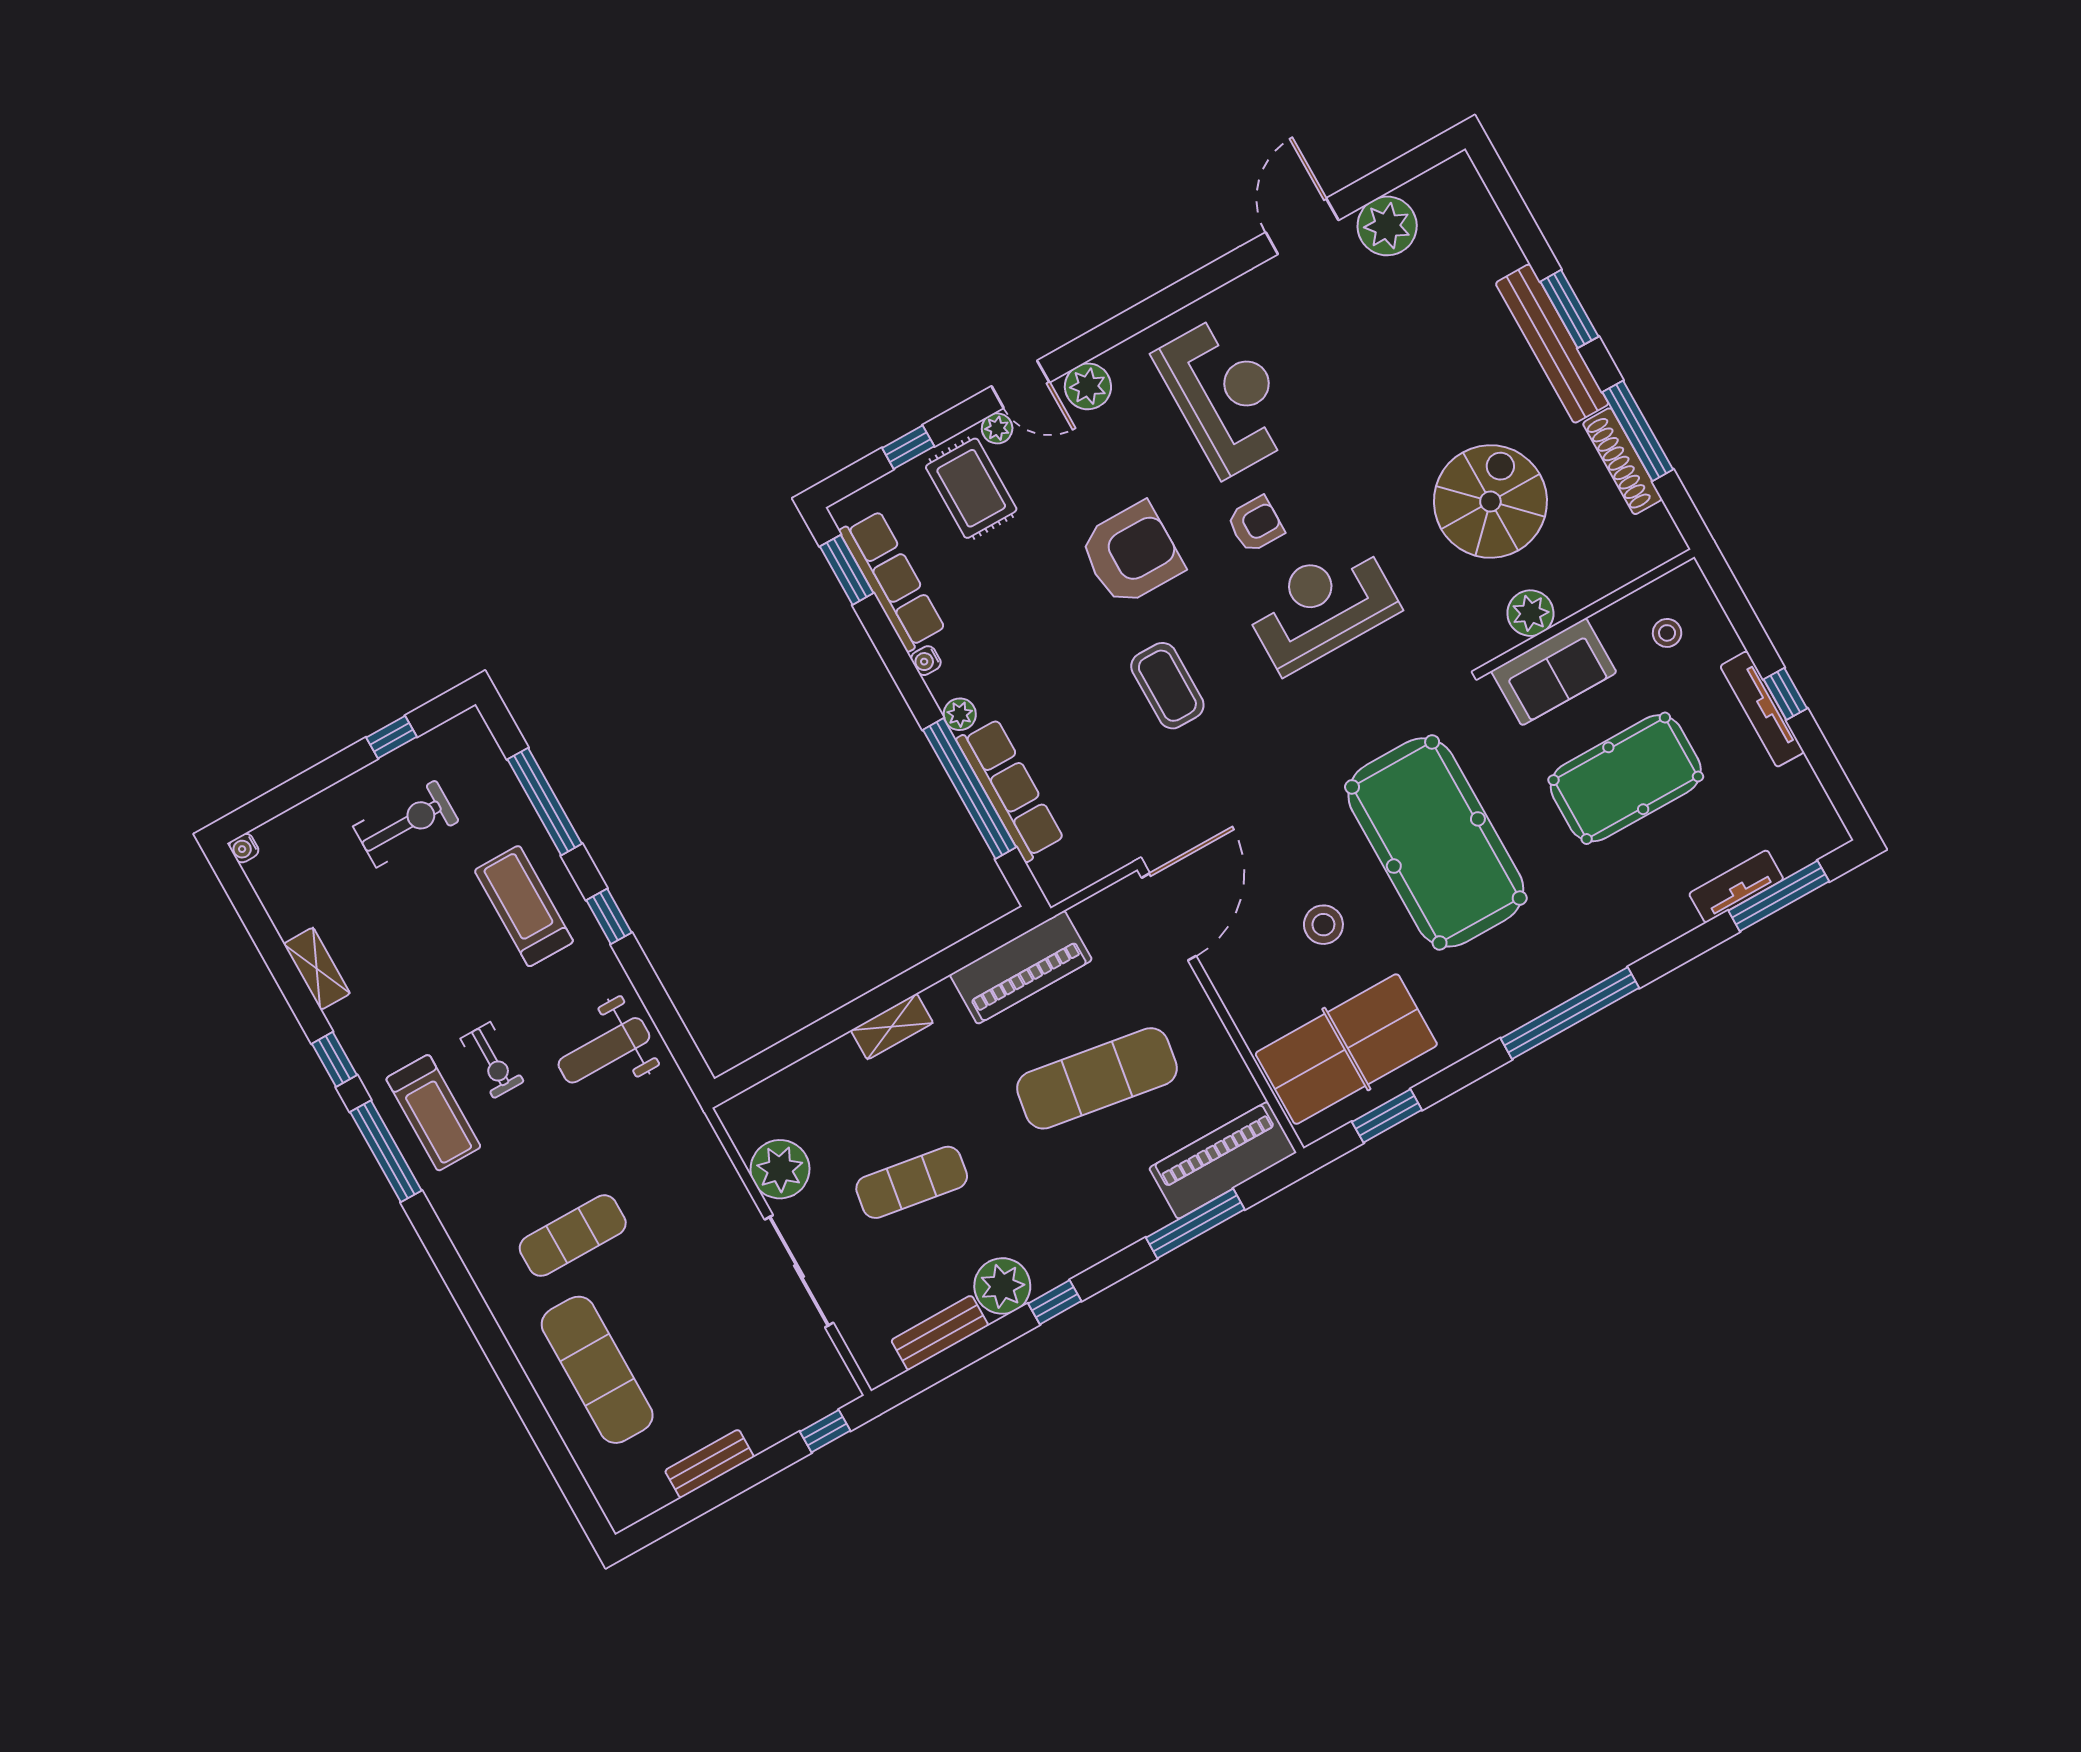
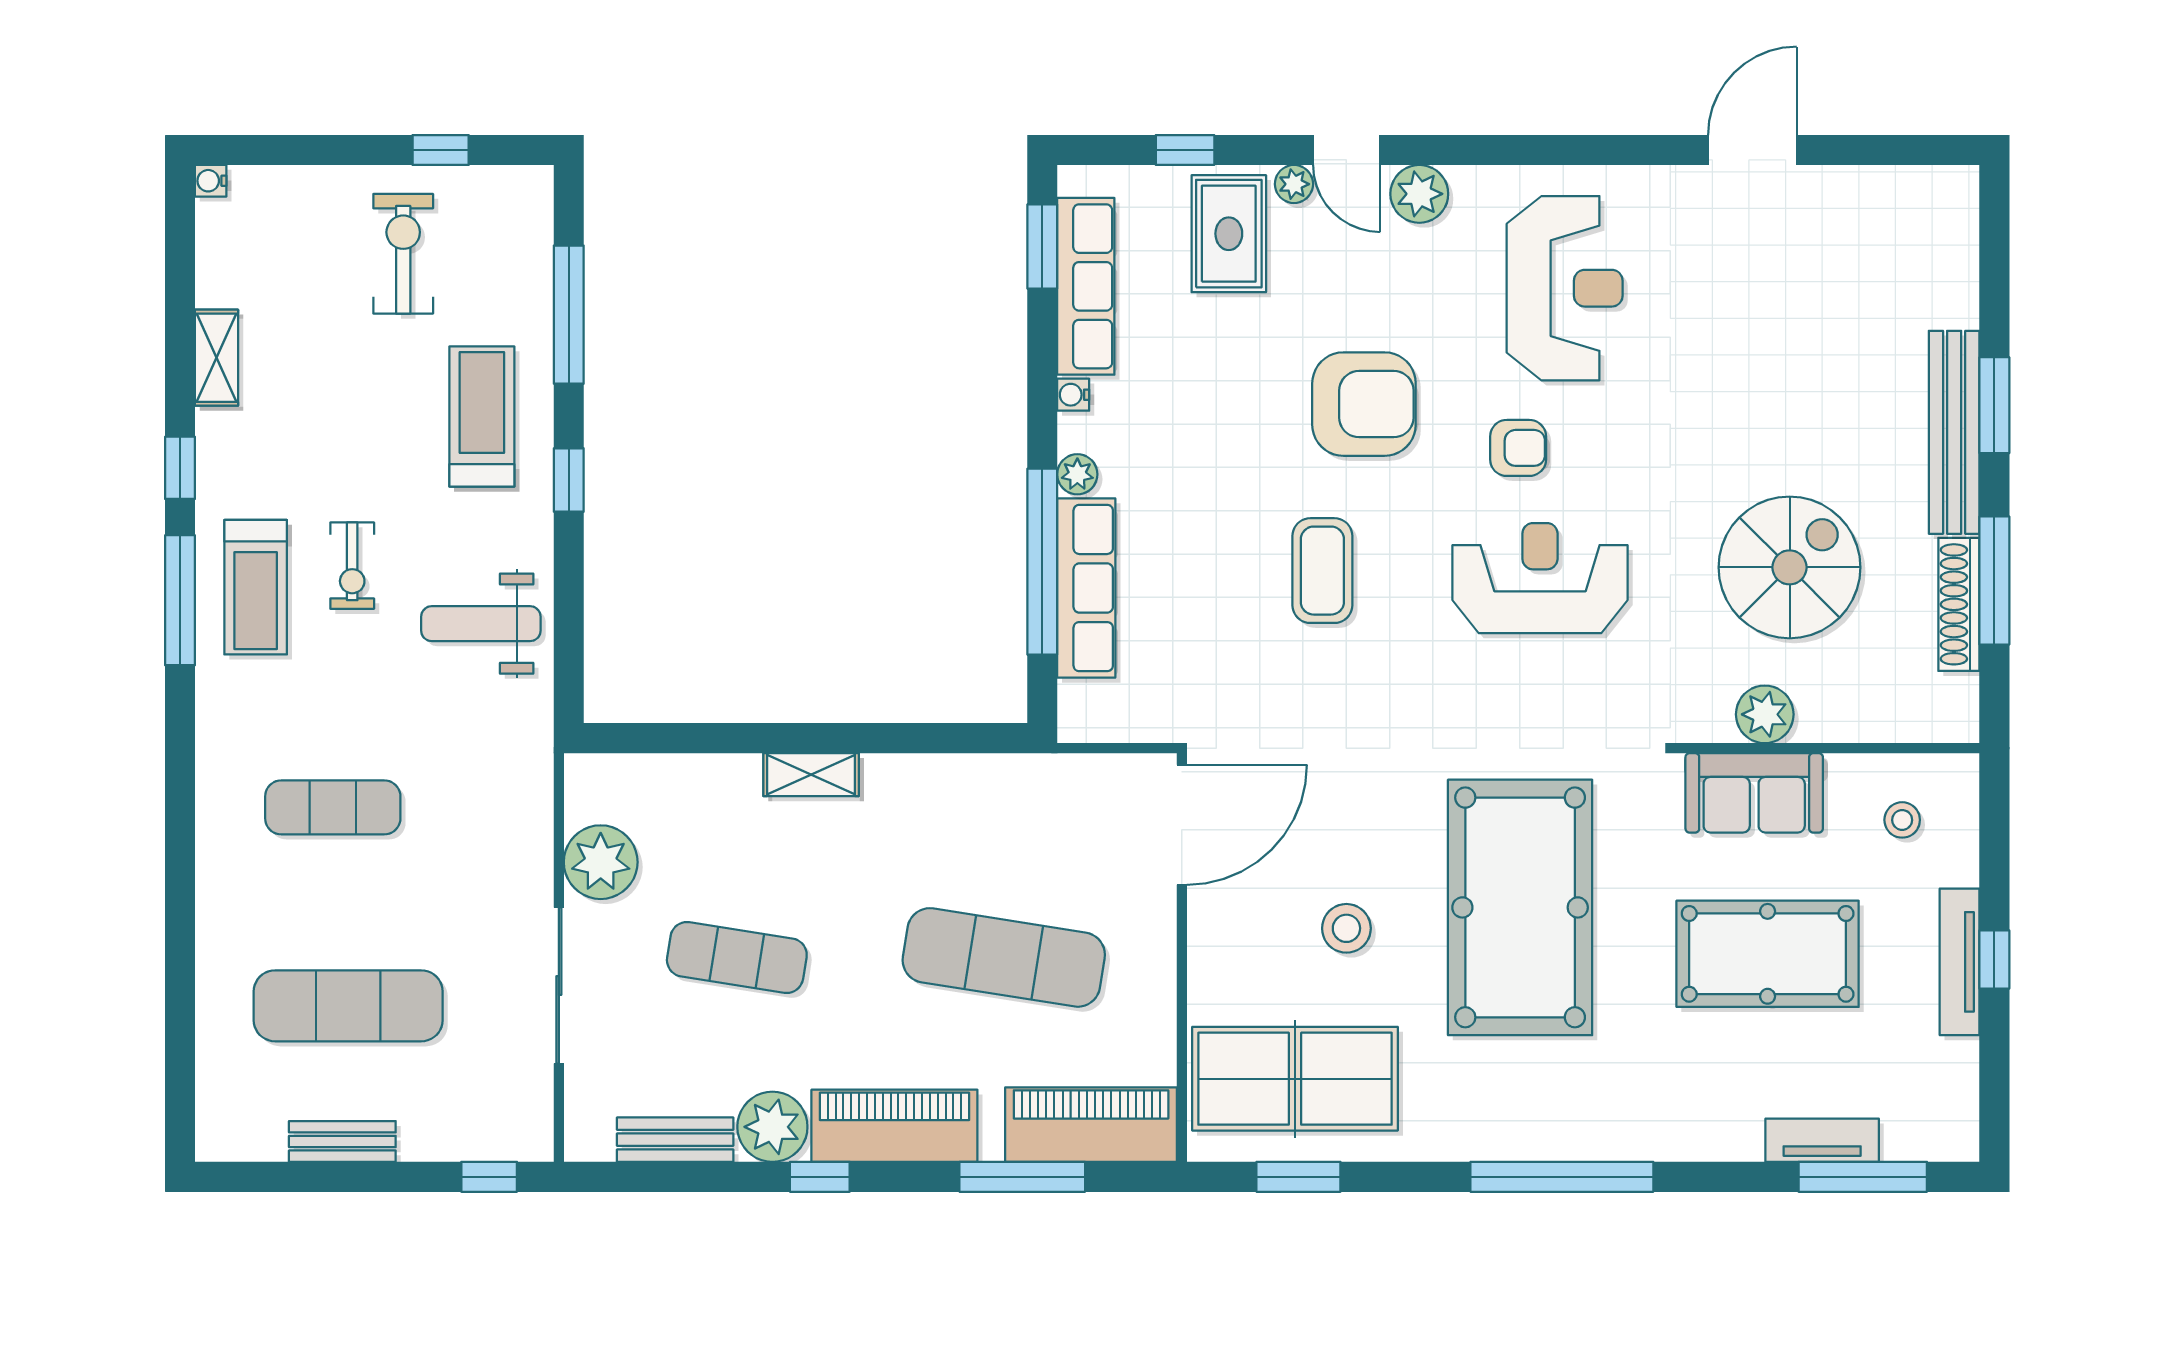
plant: (1387, 226) -> (1846, 202), removed
exercise bike: (406, 824) -> (403, 254), turned -90
piano: (1021, 967) -> (894, 1126), moved, turned 180
exercise mat: (597, 1370) -> (348, 1006), moved, turned 90

